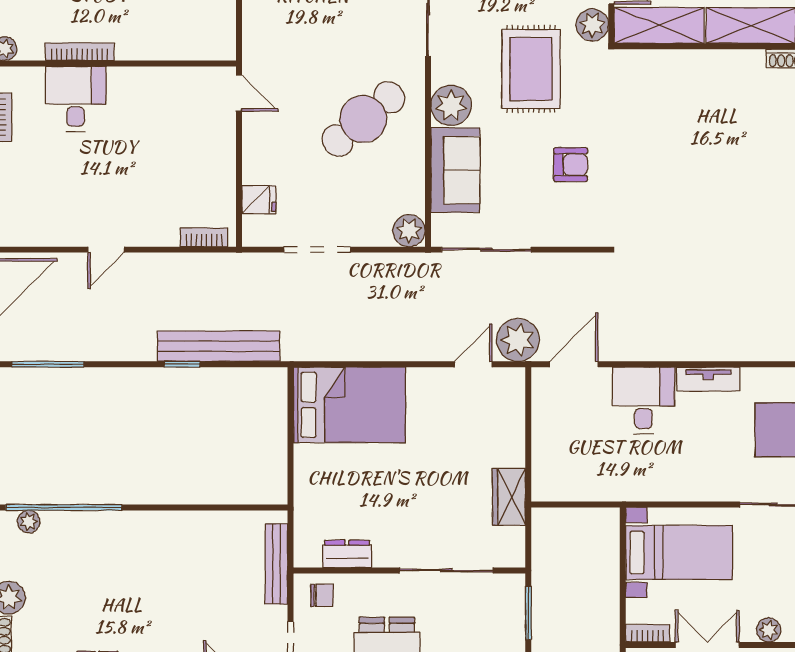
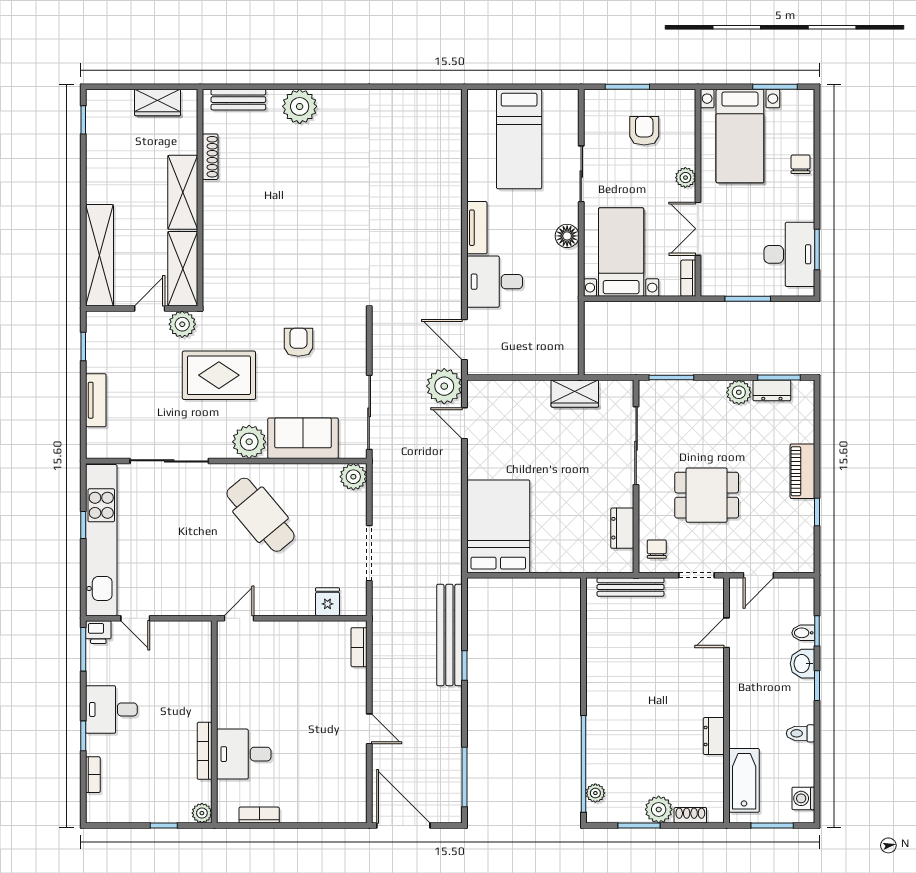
floor lamp: (698, 488) -> (567, 236), added

